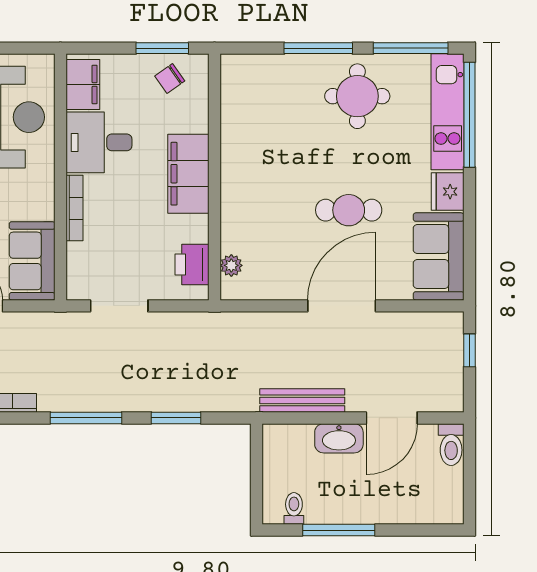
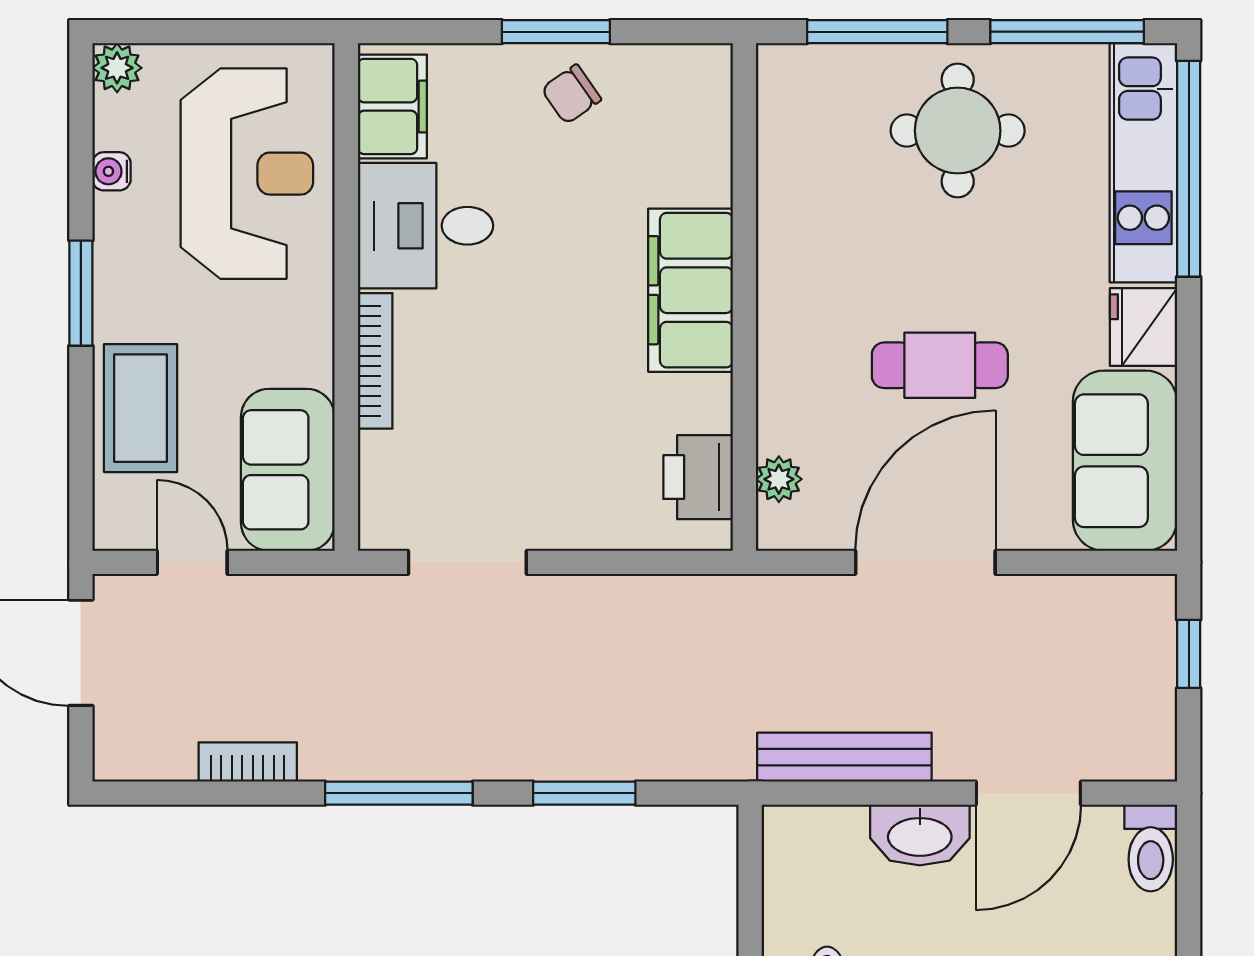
filing cabinet: (188, 174) -> (690, 290), moved
wall: (215, 177) -> (744, 297), moved
printer: (192, 264) -> (698, 477), moved
plant: (231, 265) -> (779, 479), moved

